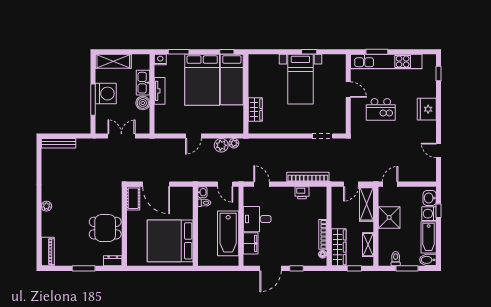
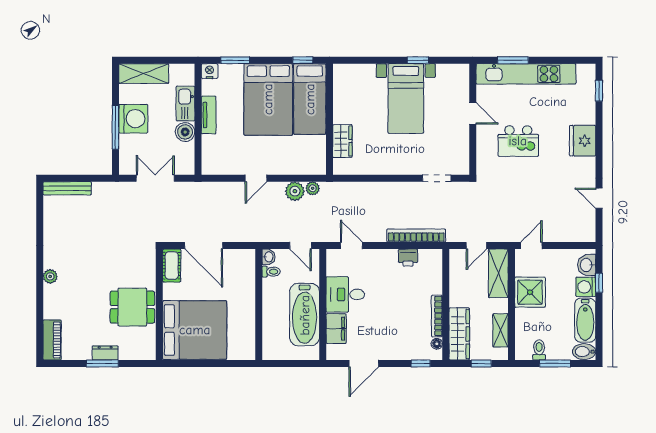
bed: (170, 241) -> (195, 330), moved, turned 180
dresser: (113, 261) -> (105, 353), moved
window: (297, 268) -> (421, 363), moved

